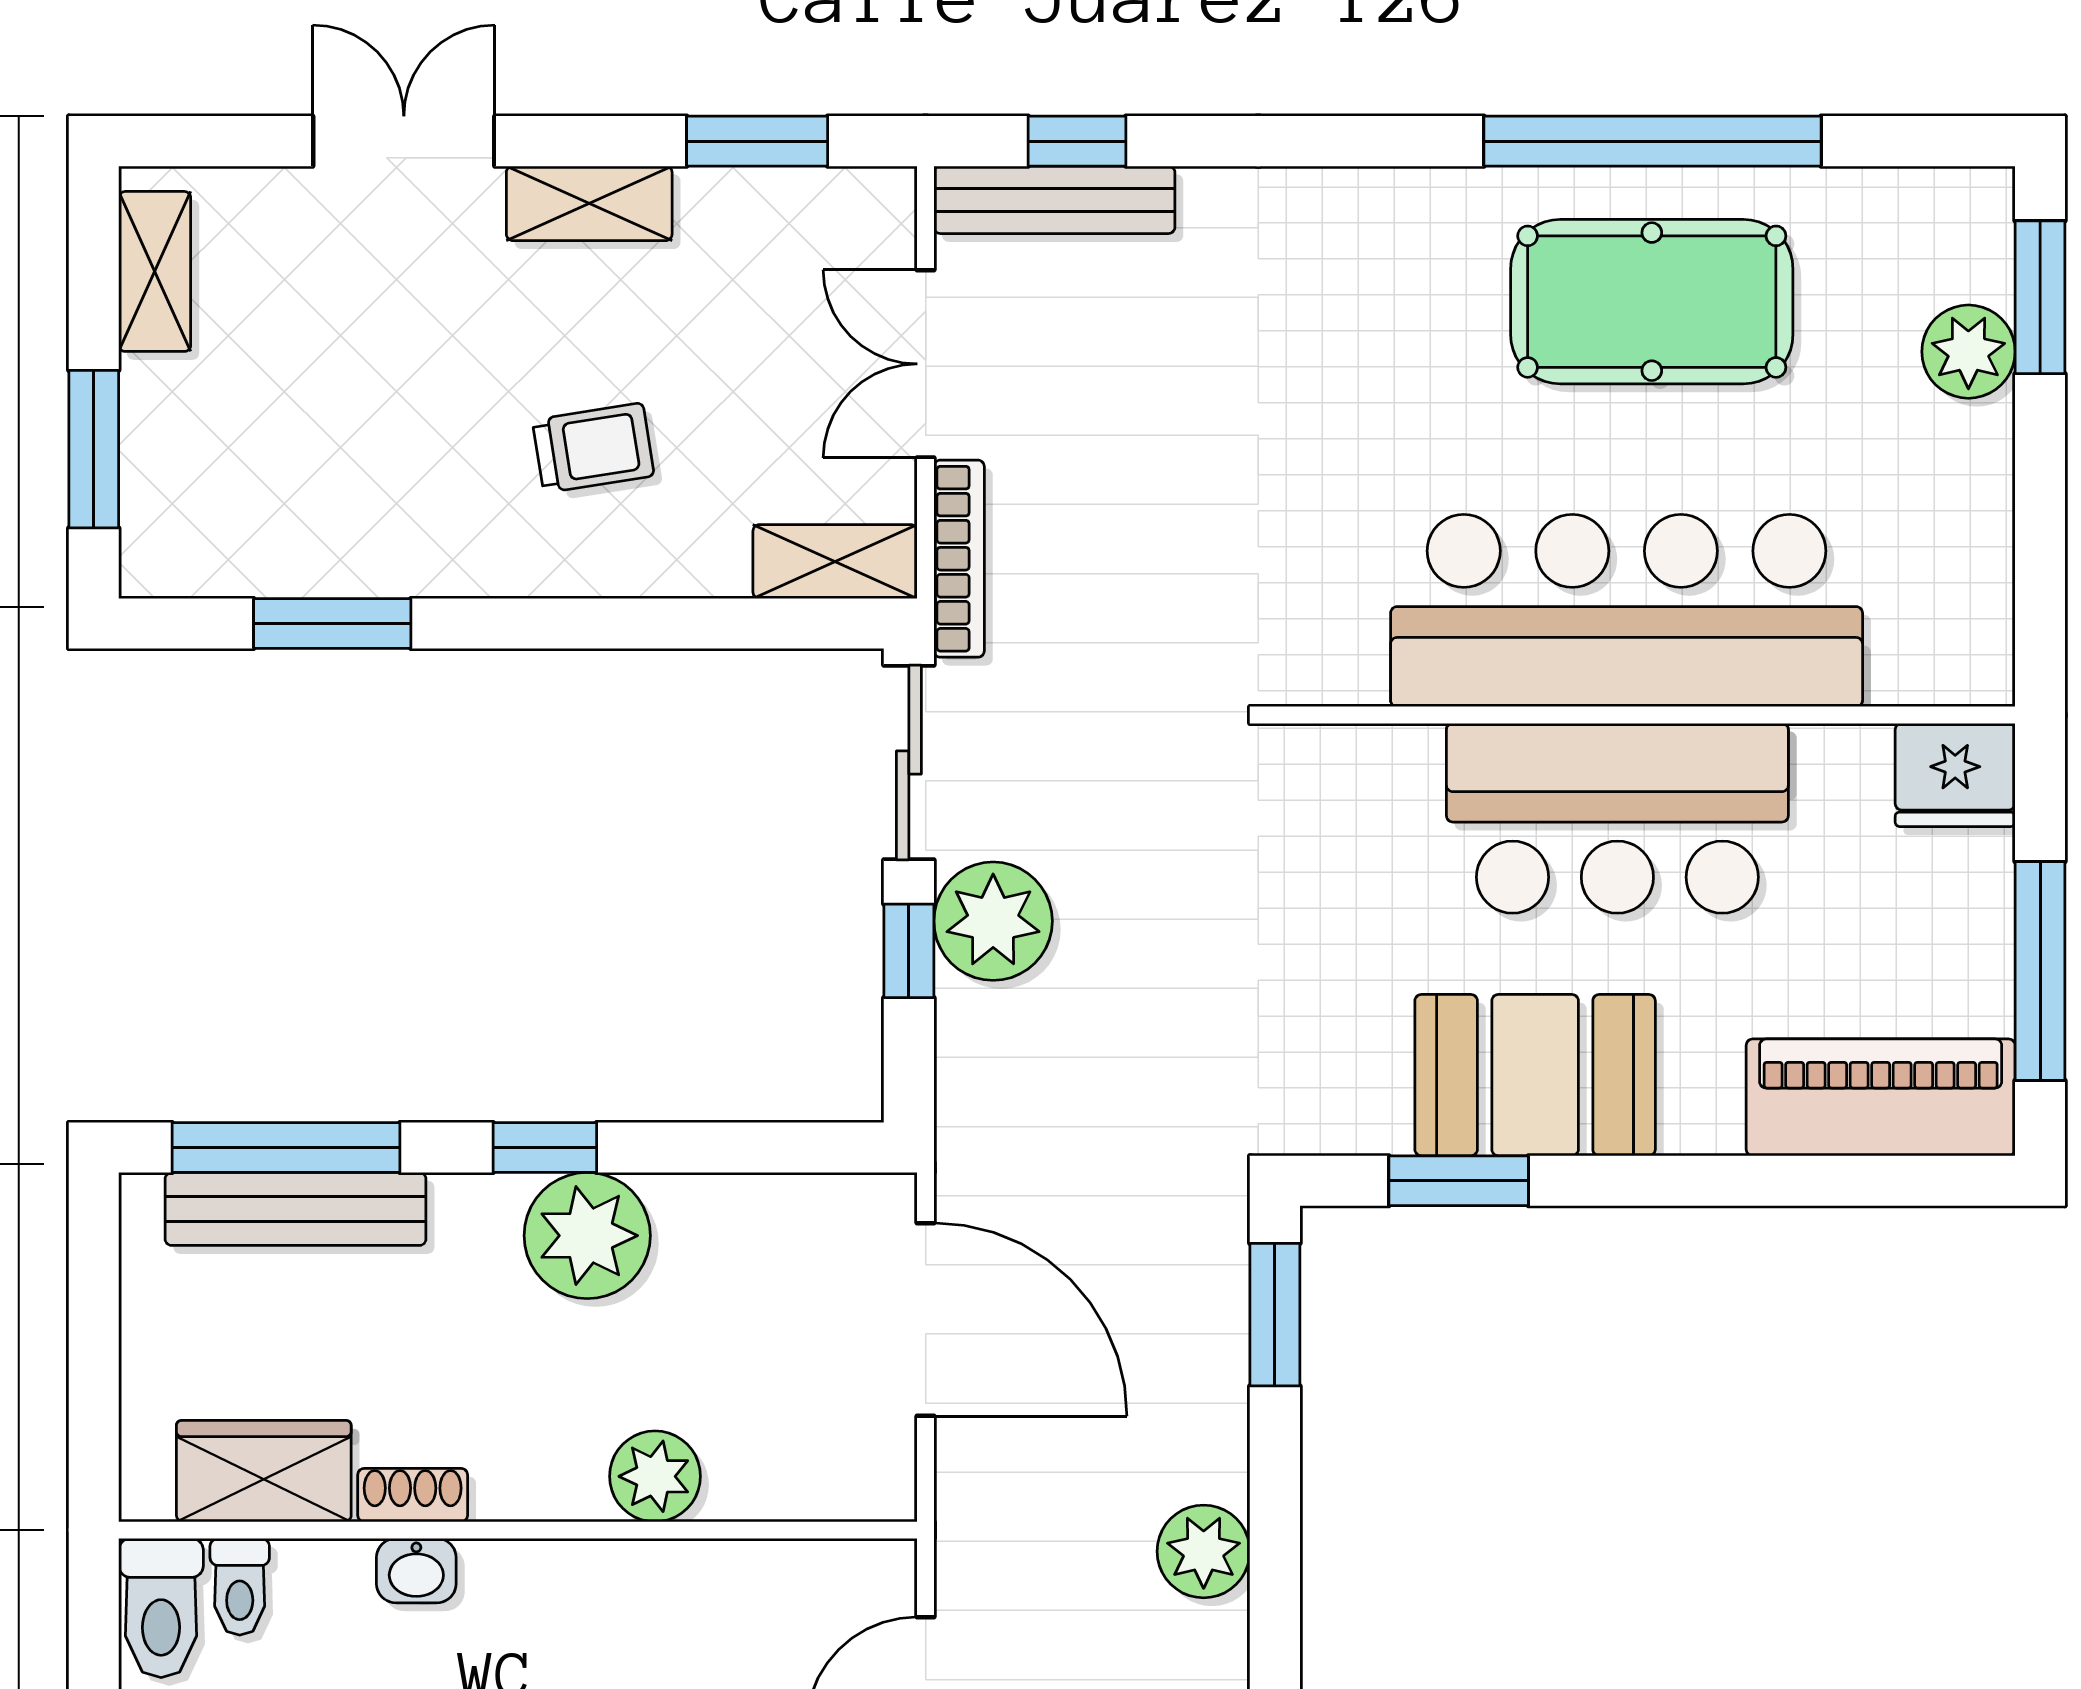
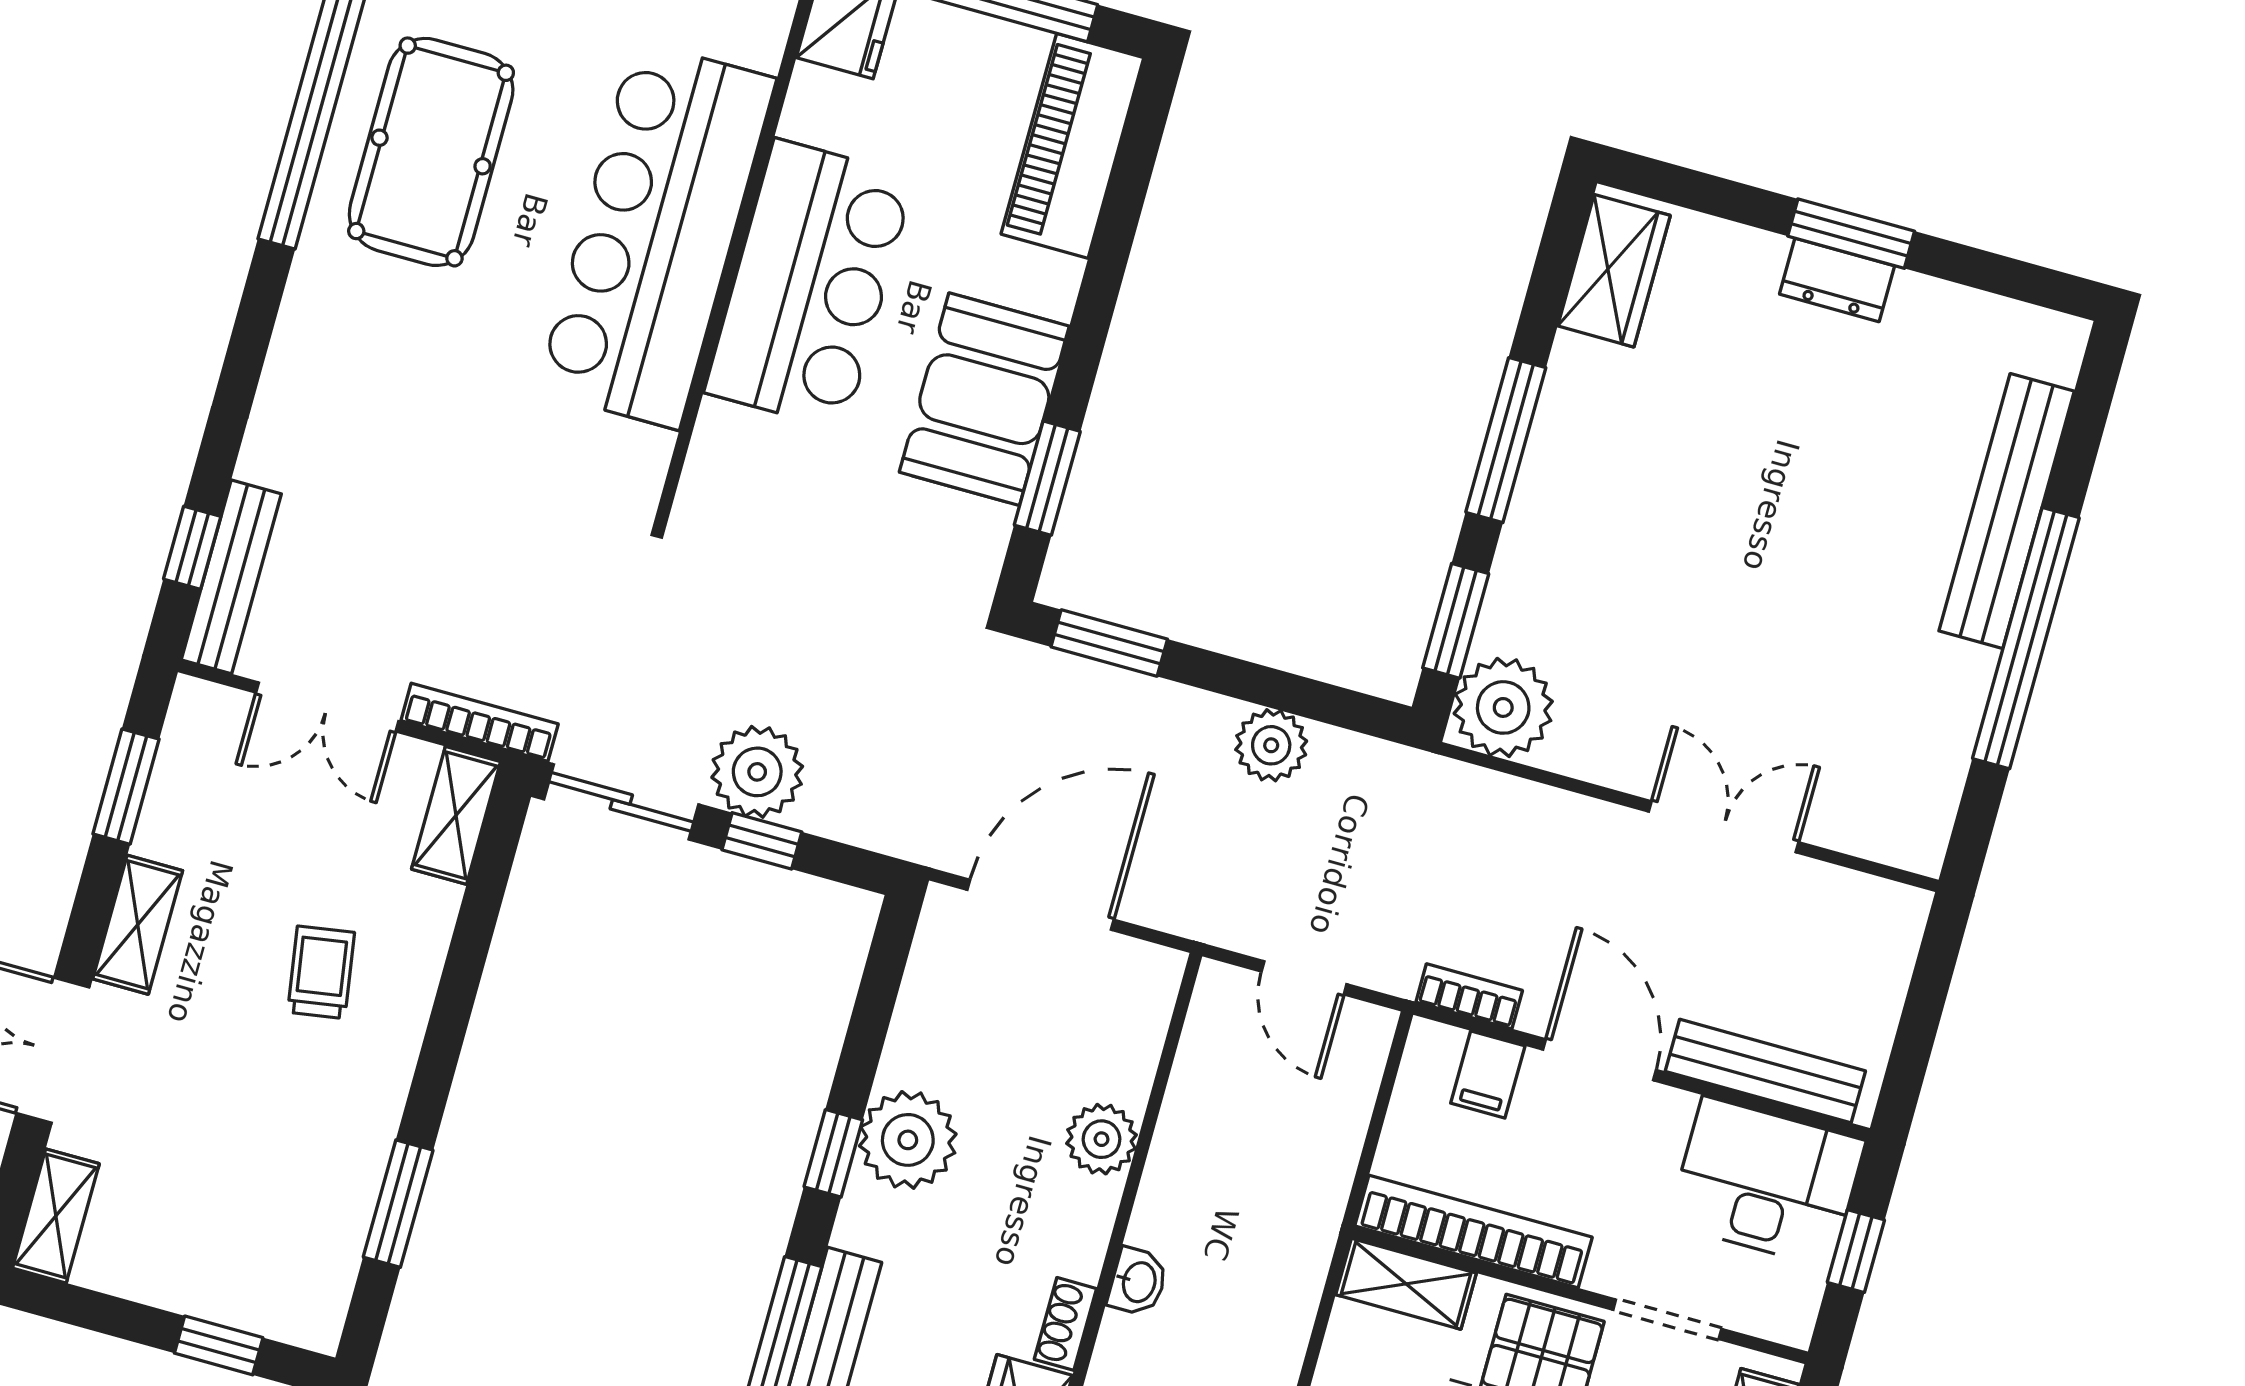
shelving: (155, 271) -> (56, 1216), moved, turned 90
window: (94, 449) -> (219, 1345), width x0.67
washbasin: (416, 1571) -> (1138, 1282), moved

